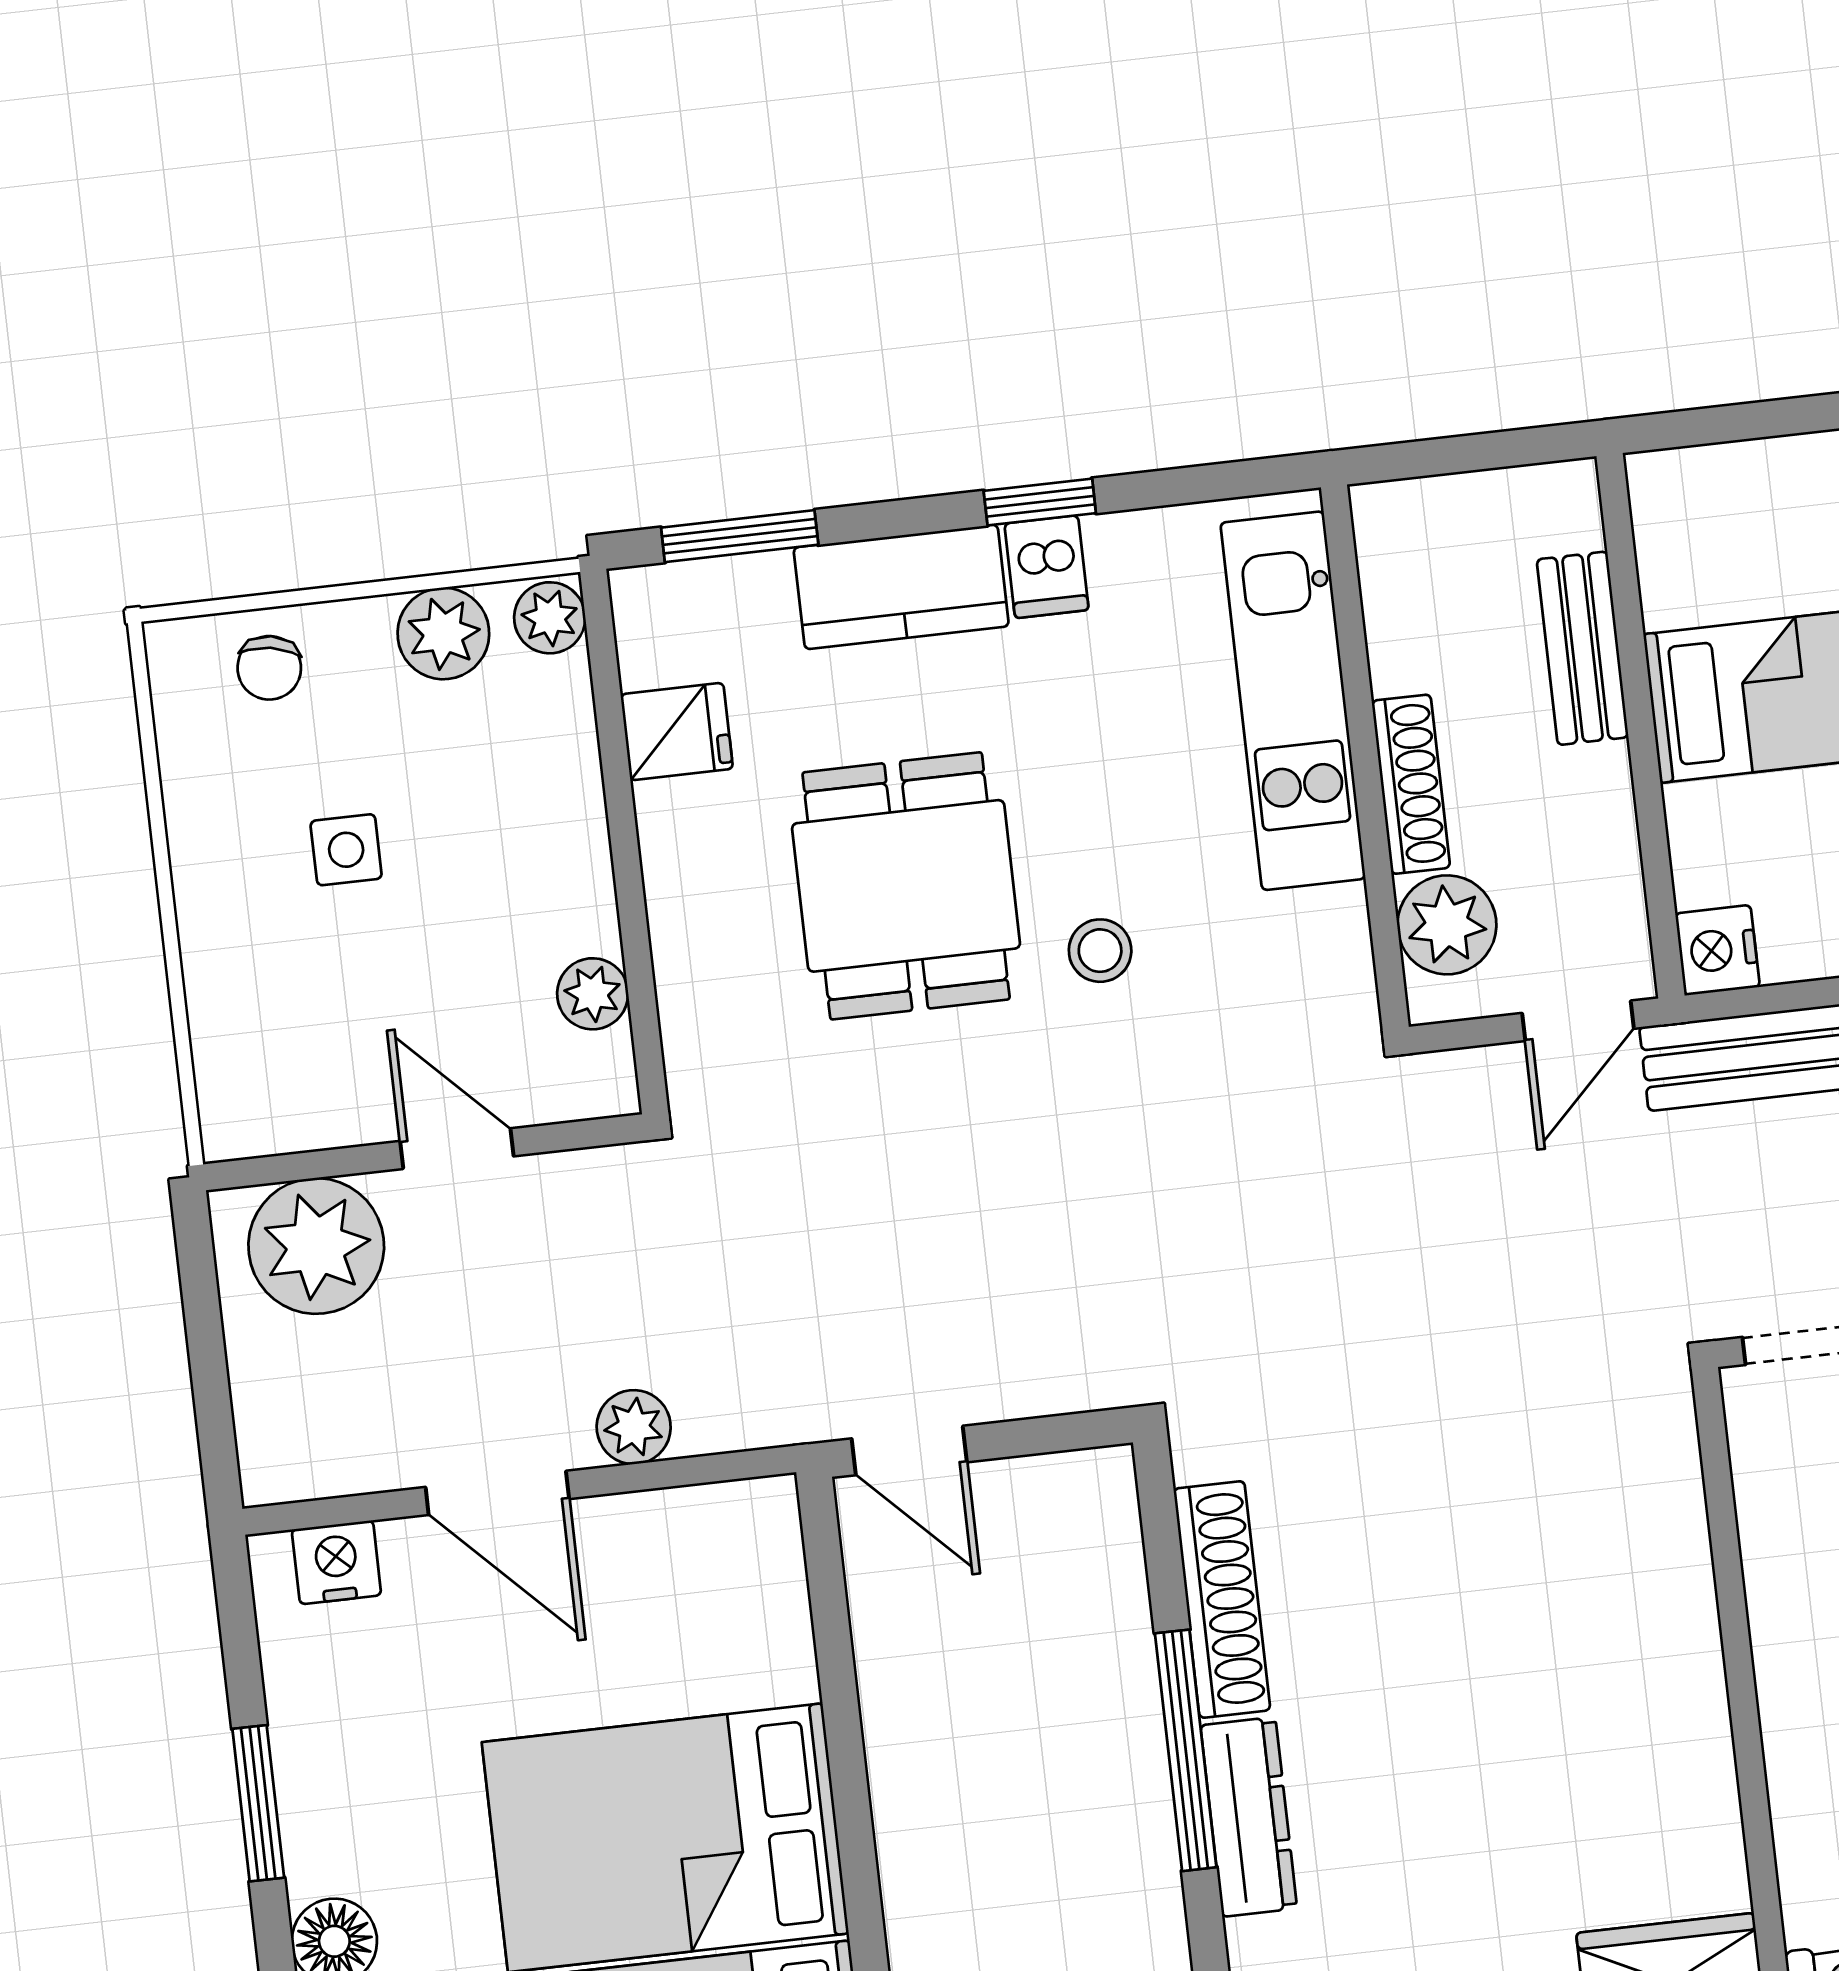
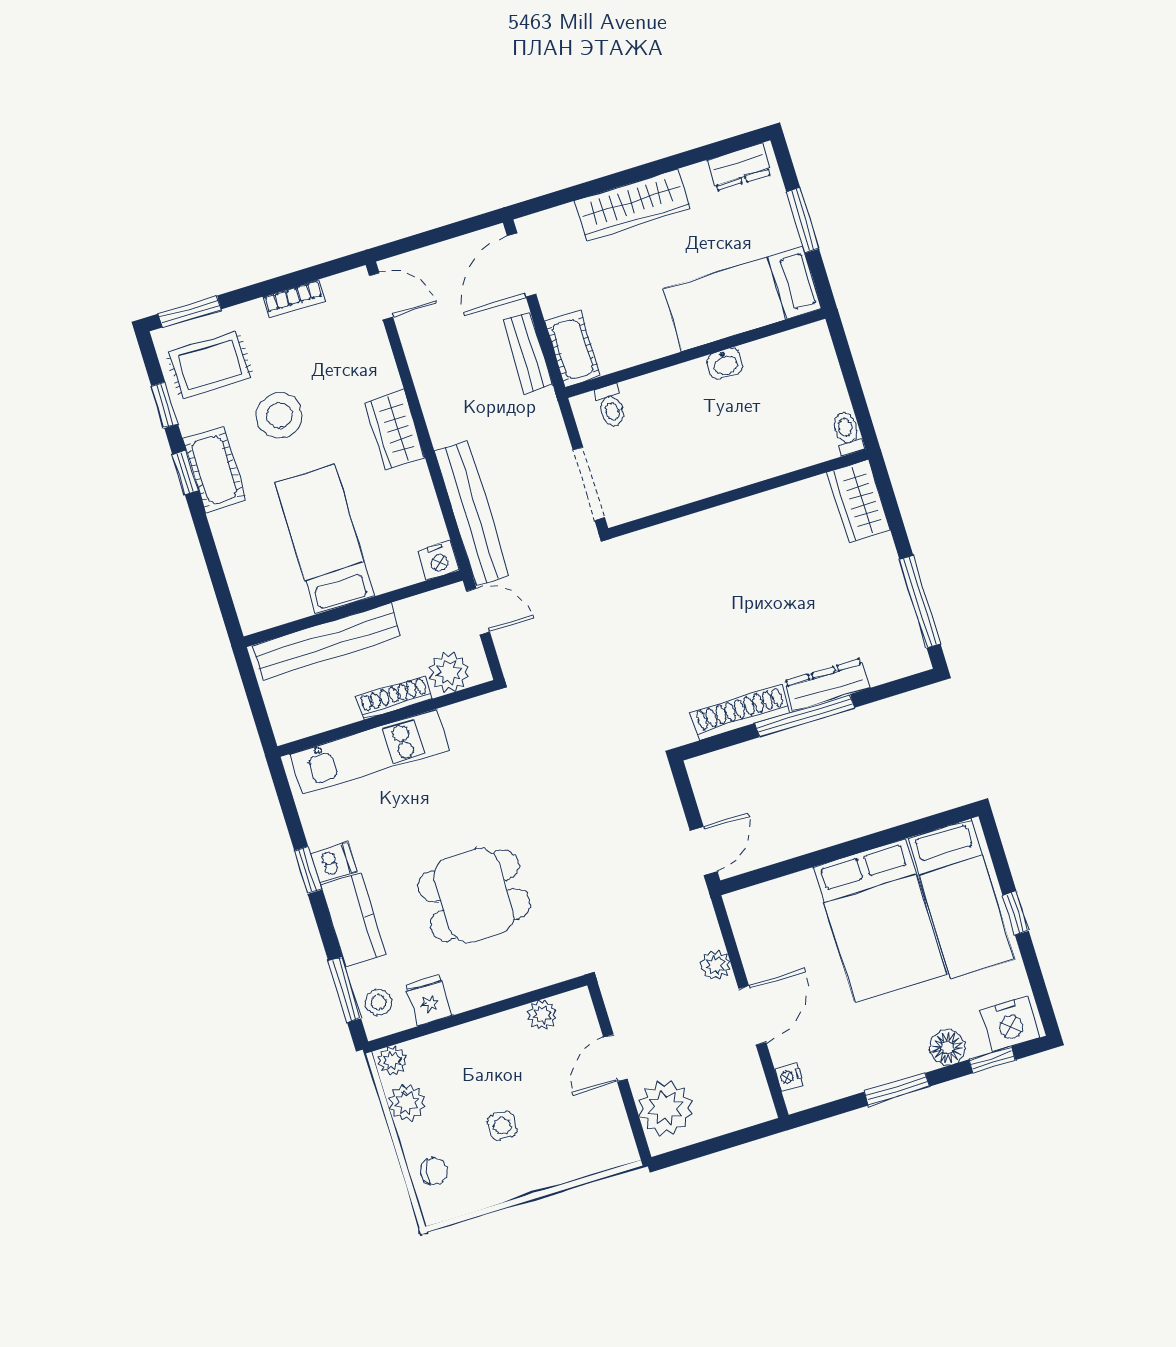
bench: (1583, 648) -> (327, 641), width x1.86, depth x1.21
stool: (1100, 951) -> (379, 1002), moved
nightstand: (336, 1562) -> (789, 1077), width x0.72, depth x0.74

